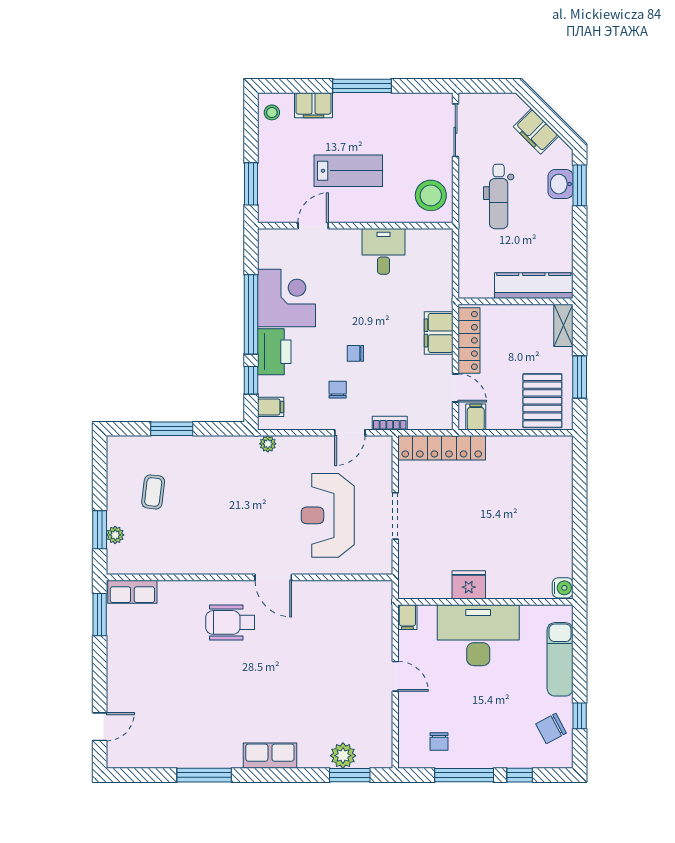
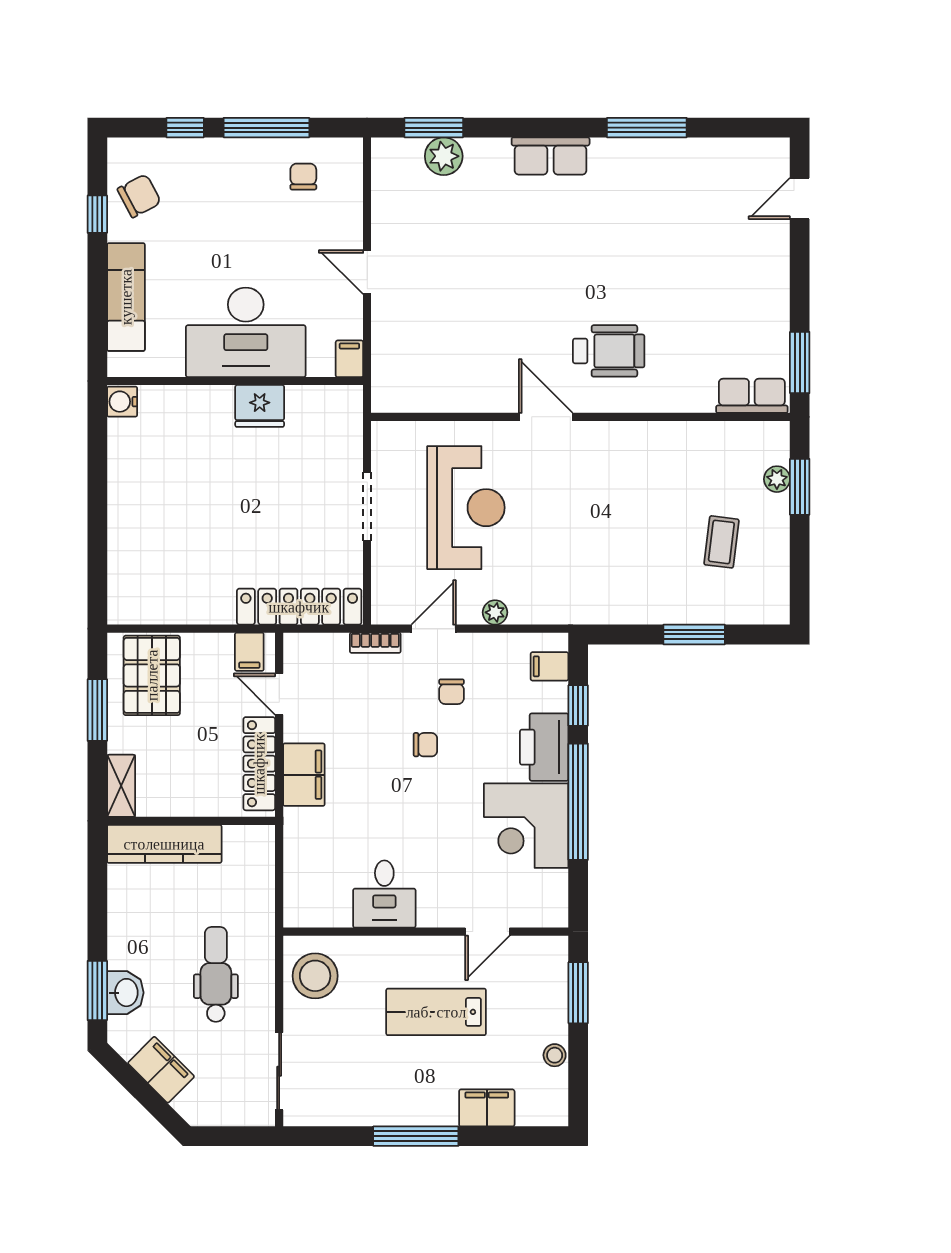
stool: (272, 112) -> (555, 1055), moved
plant: (268, 444) -> (495, 612), moved

